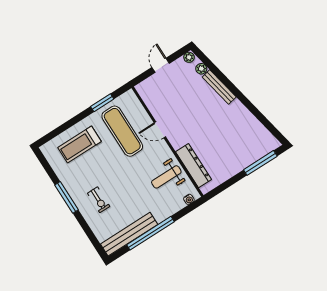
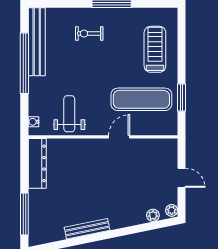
bench: (219, 87) -> (87, 229), moved
dresser: (194, 166) -> (37, 163), moved, turned -90

